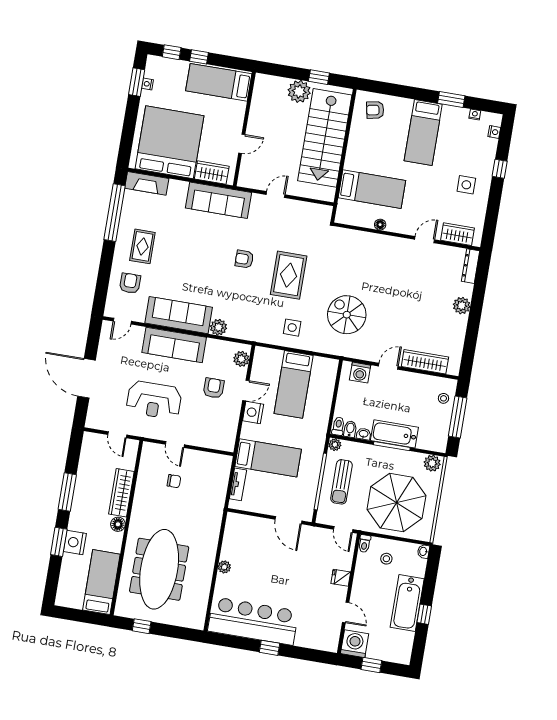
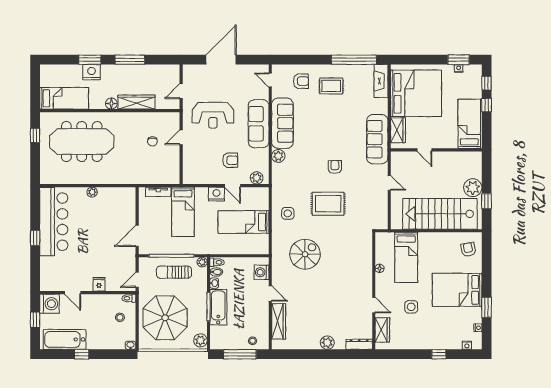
bed: (423, 133) -> (457, 290), width x1.50
side table: (466, 185) -> (411, 307), moved
reception desk: (154, 400) -> (213, 115), turned -90
bathtub: (407, 603) -> (65, 339), moved
door: (346, 612) -> (73, 293), hinge flipped

